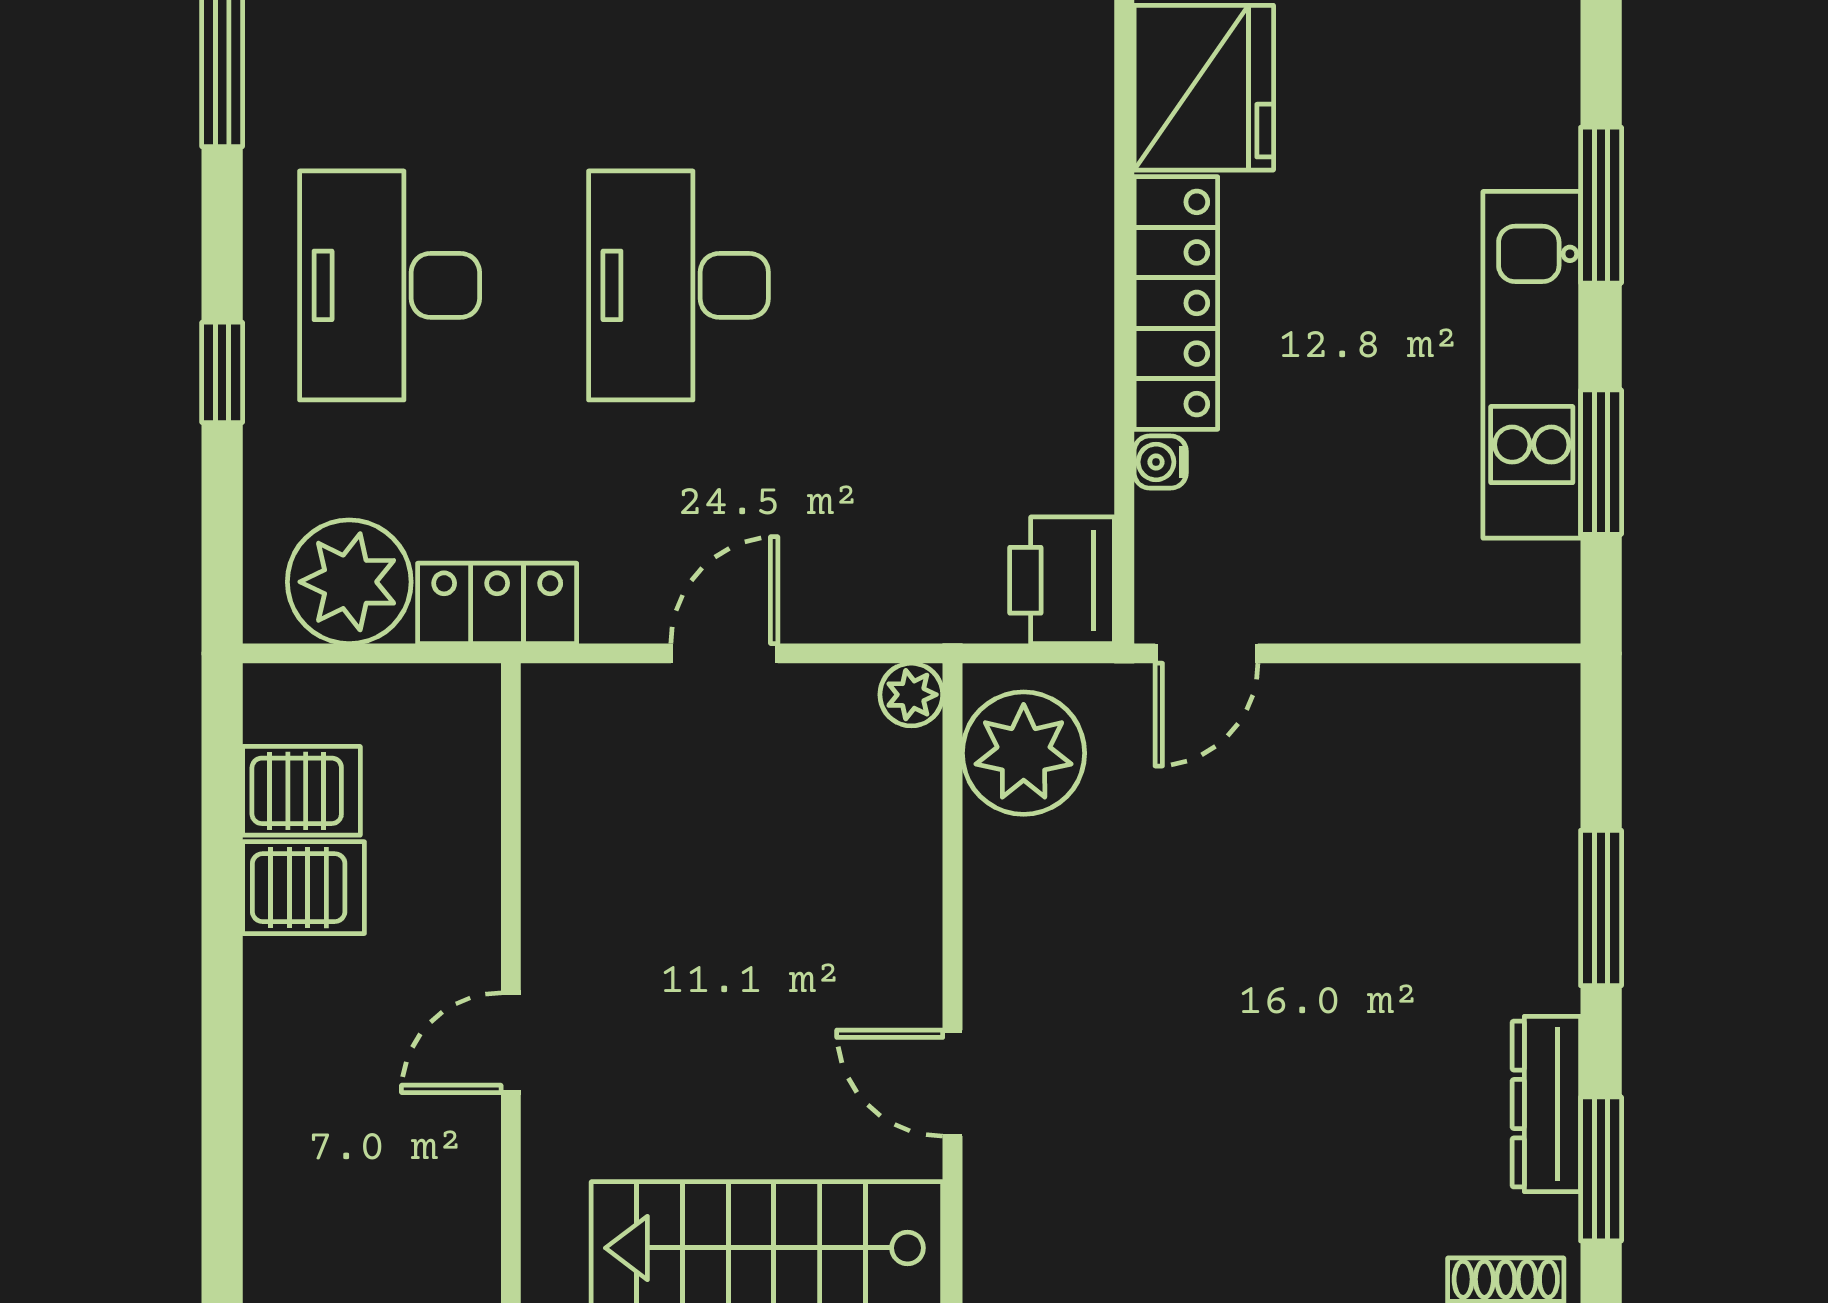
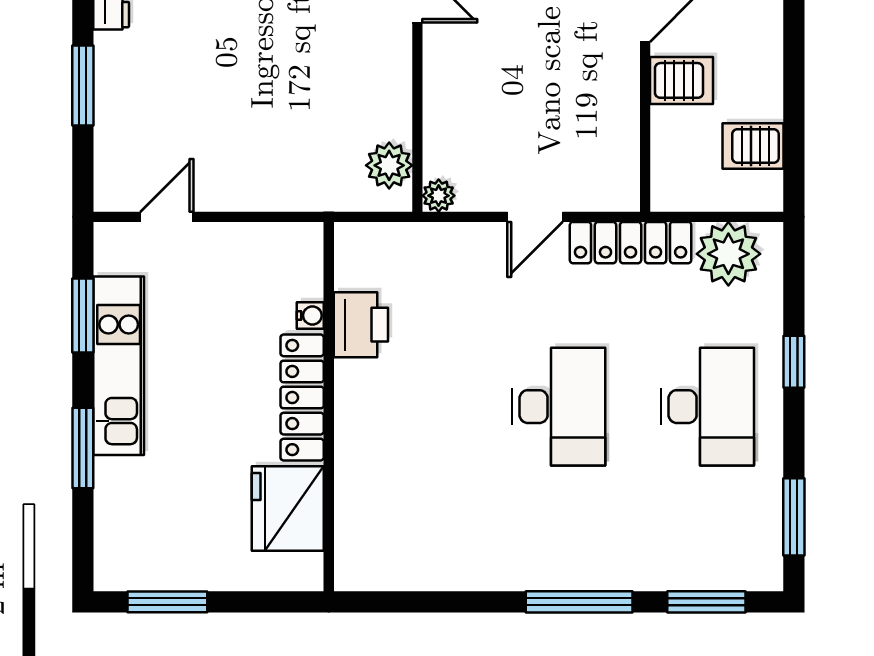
printer: (1062, 580) -> (361, 325), moved
locker: (497, 603) -> (631, 243), width x1.53
door: (1206, 653) -> (167, 217), moved
plant: (1024, 753) -> (389, 165), width x0.73, depth x0.73
server rack: (303, 888) -> (682, 80), moved, turned 180

